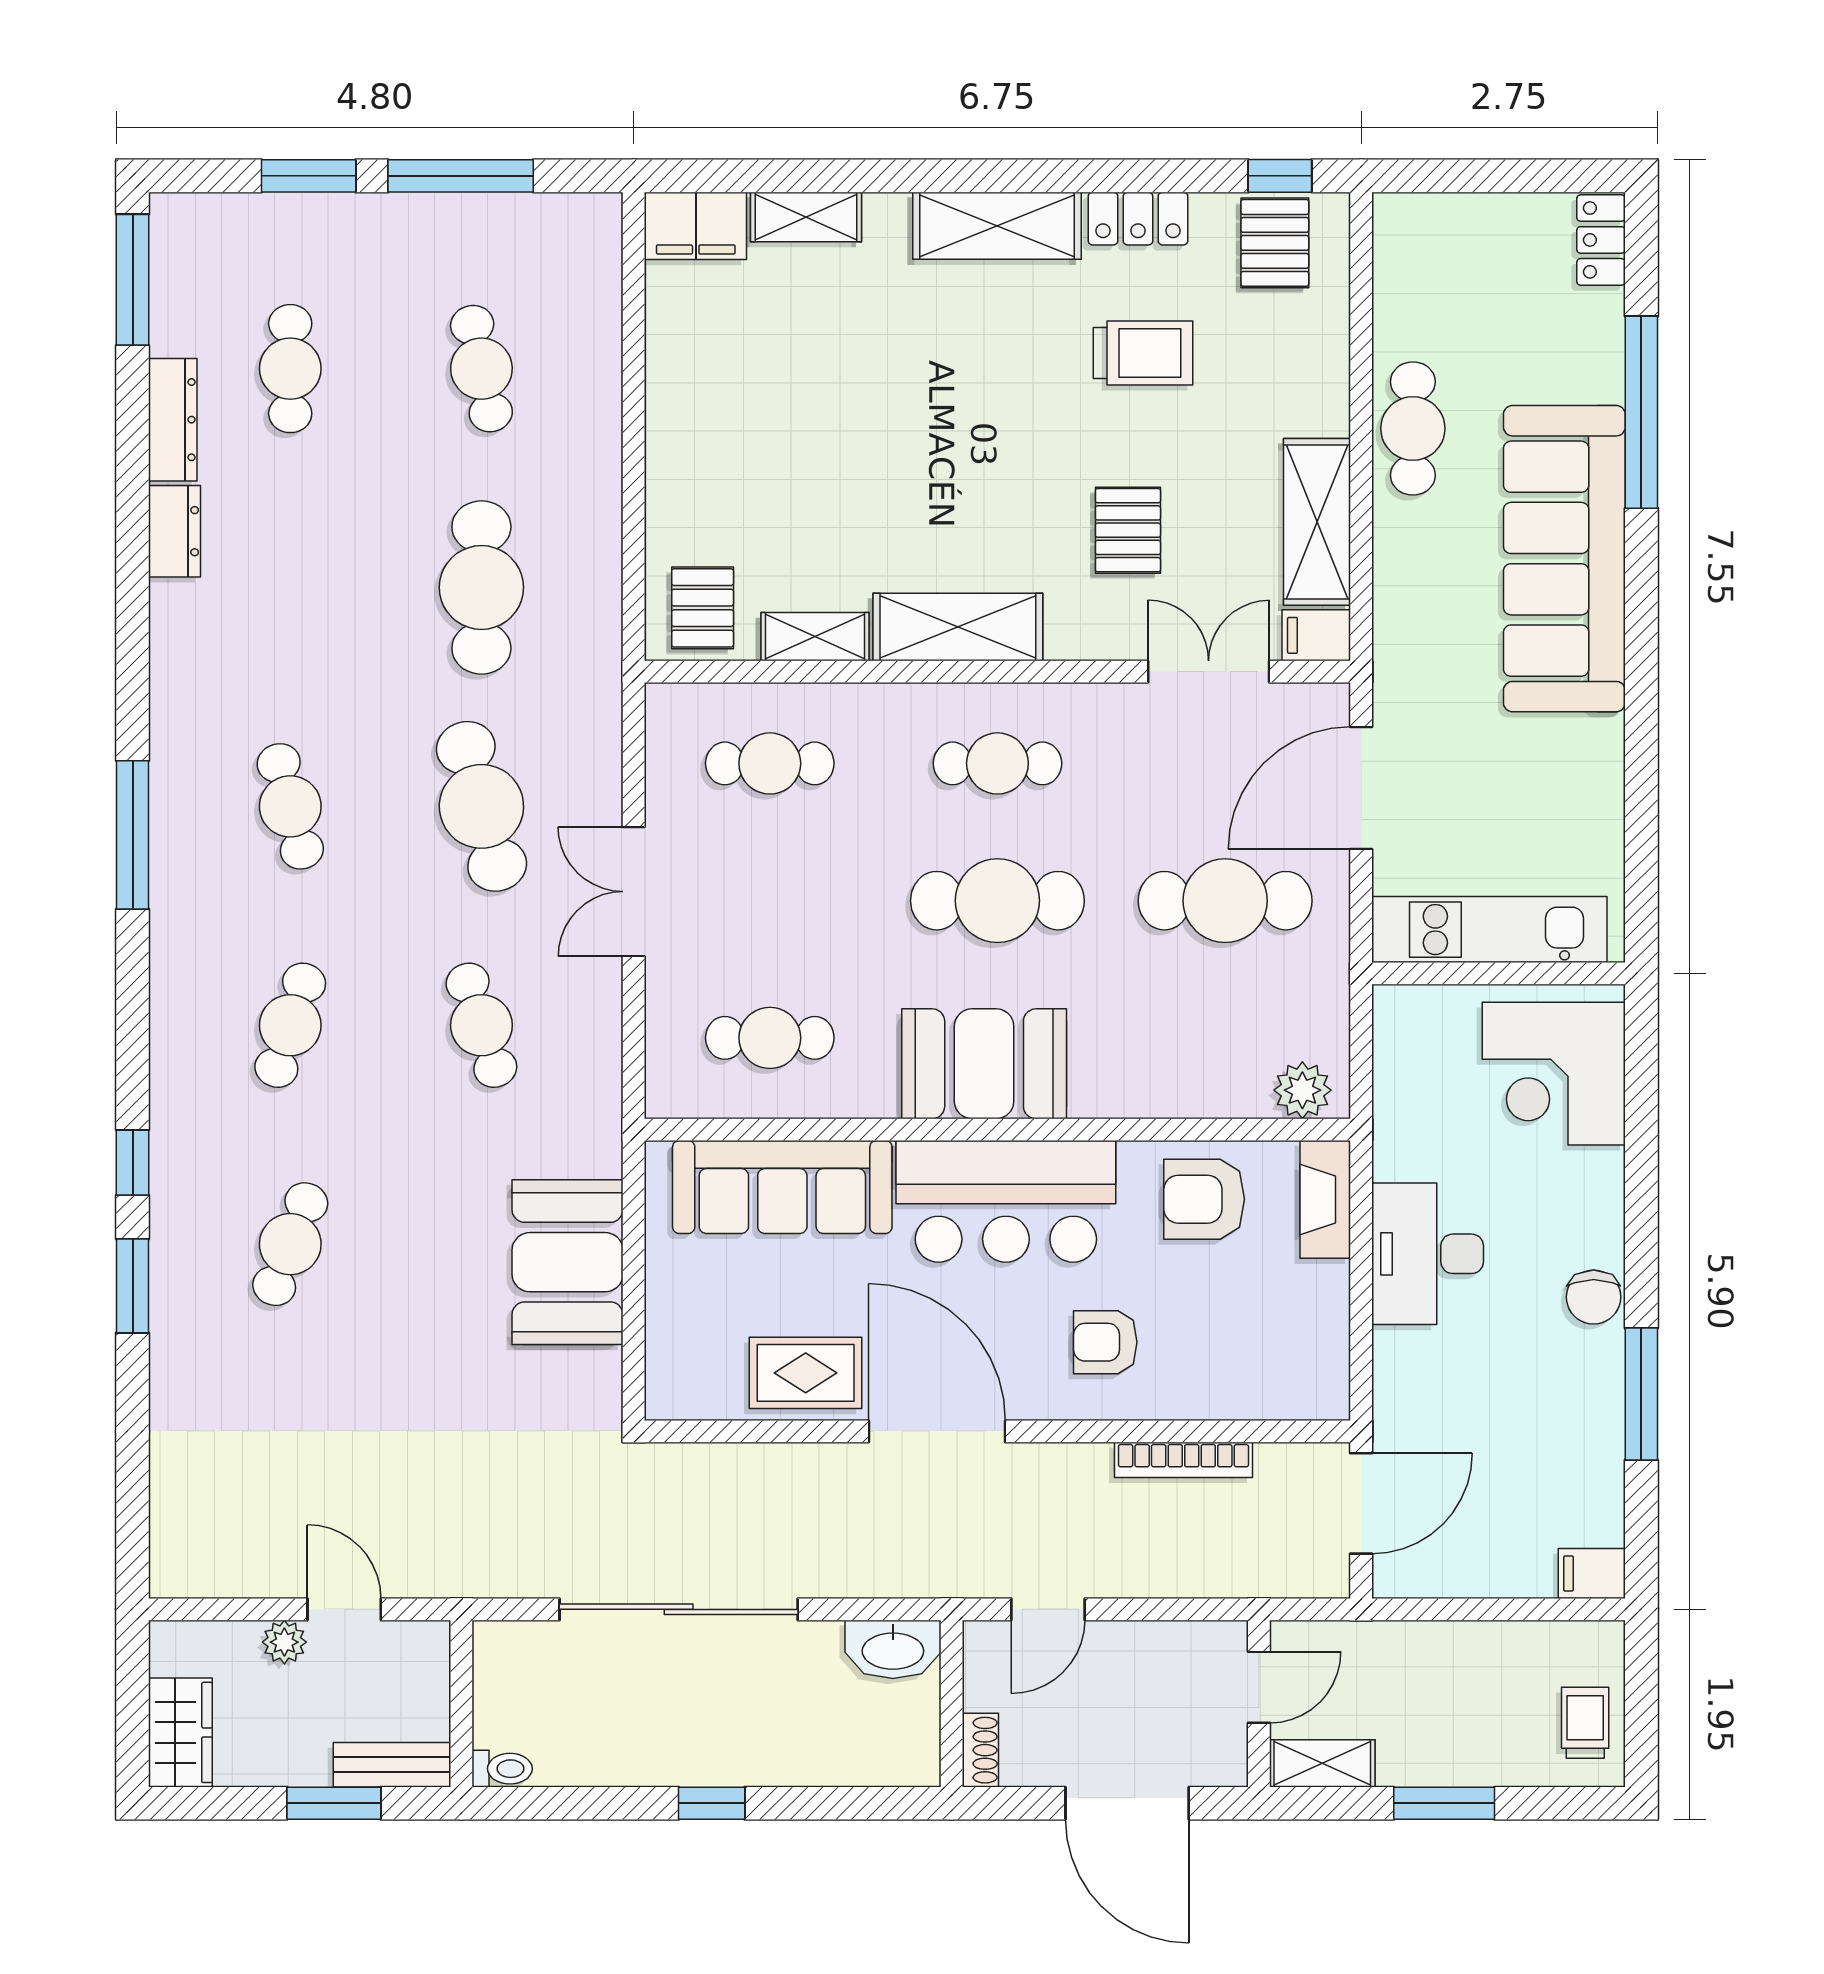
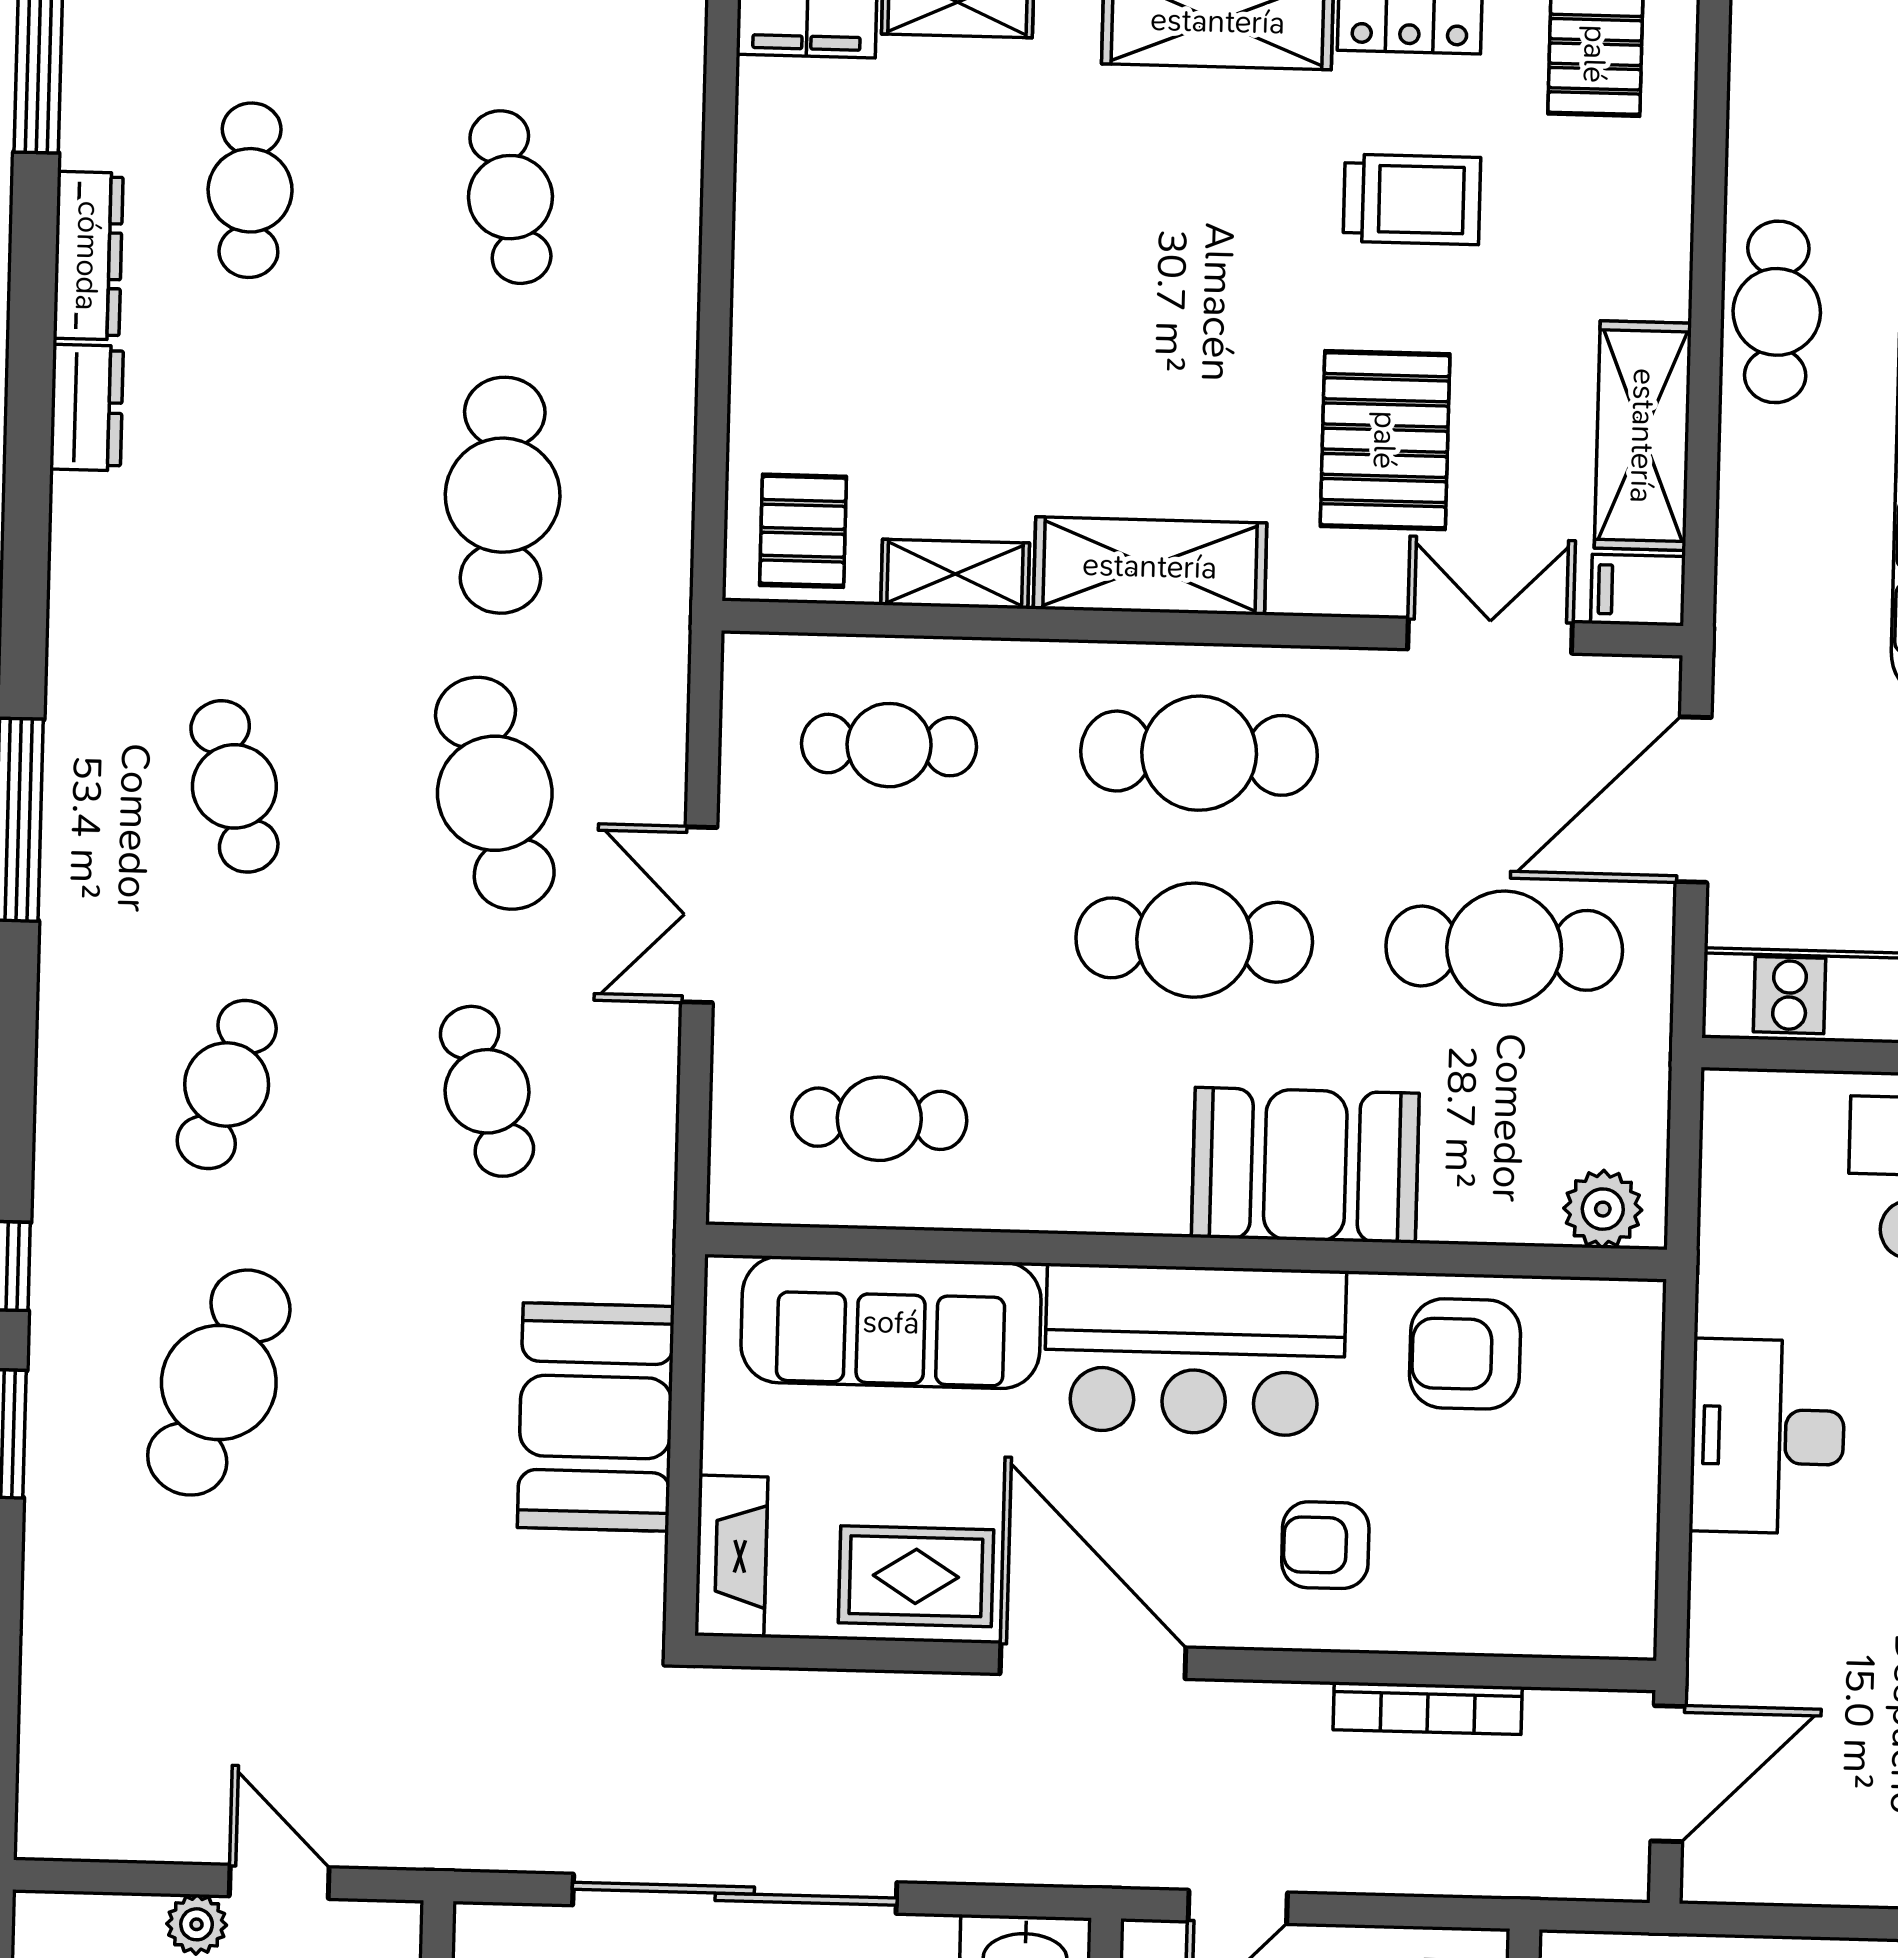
pallet: (1128, 530) -> (1385, 440), width x1.50, depth x1.42
cafe table: (997, 763) -> (1199, 753), width x1.37, depth x1.35
booth: (984, 1064) -> (1305, 1165), moved
fireplace: (1325, 1199) -> (731, 1556), moved, turned 180
cafe table: (290, 1244) -> (219, 1383), width x1.37, depth x1.35

